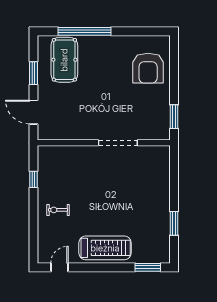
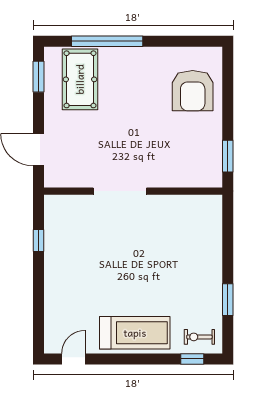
window: (34, 73) -> (38, 77), moved
doorway: (118, 143) -> (120, 191), moved
exercise bike: (58, 210) -> (199, 337), moved
window: (148, 267) -> (192, 359), width x0.67

